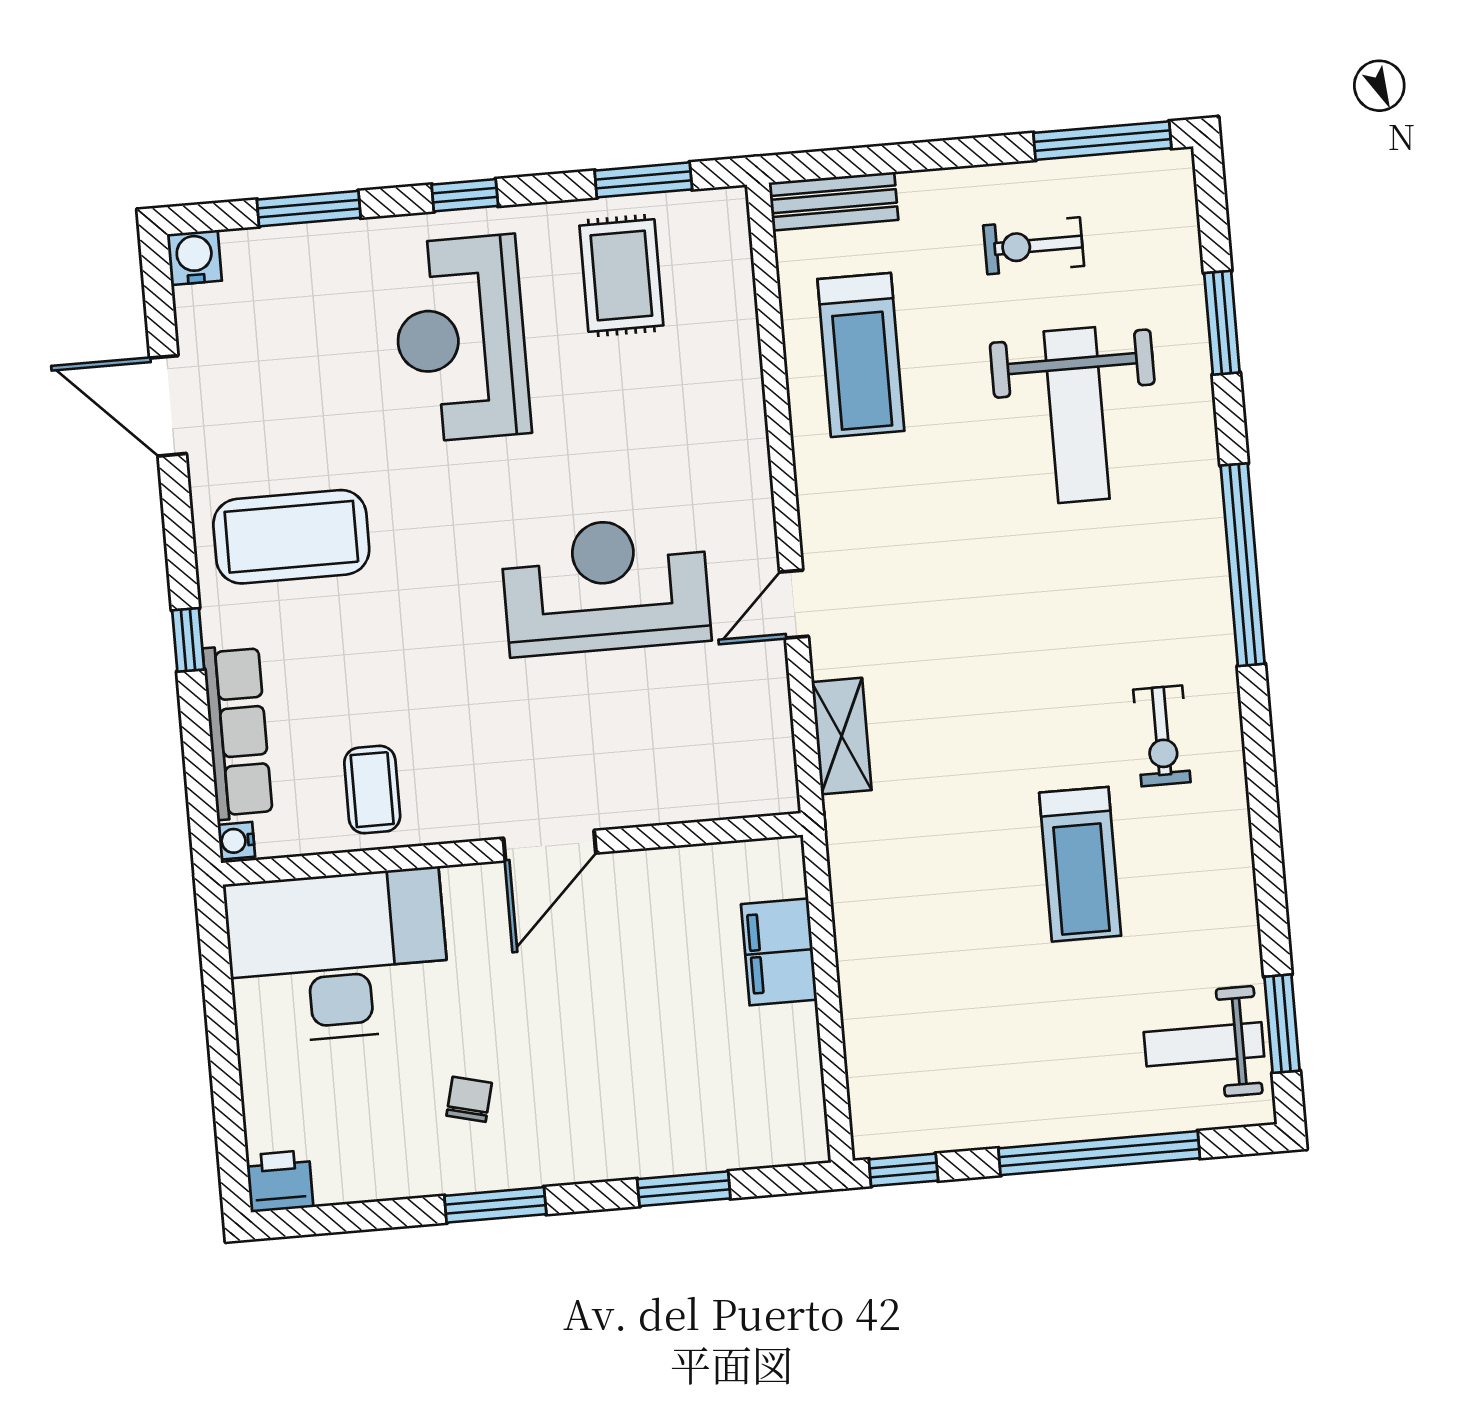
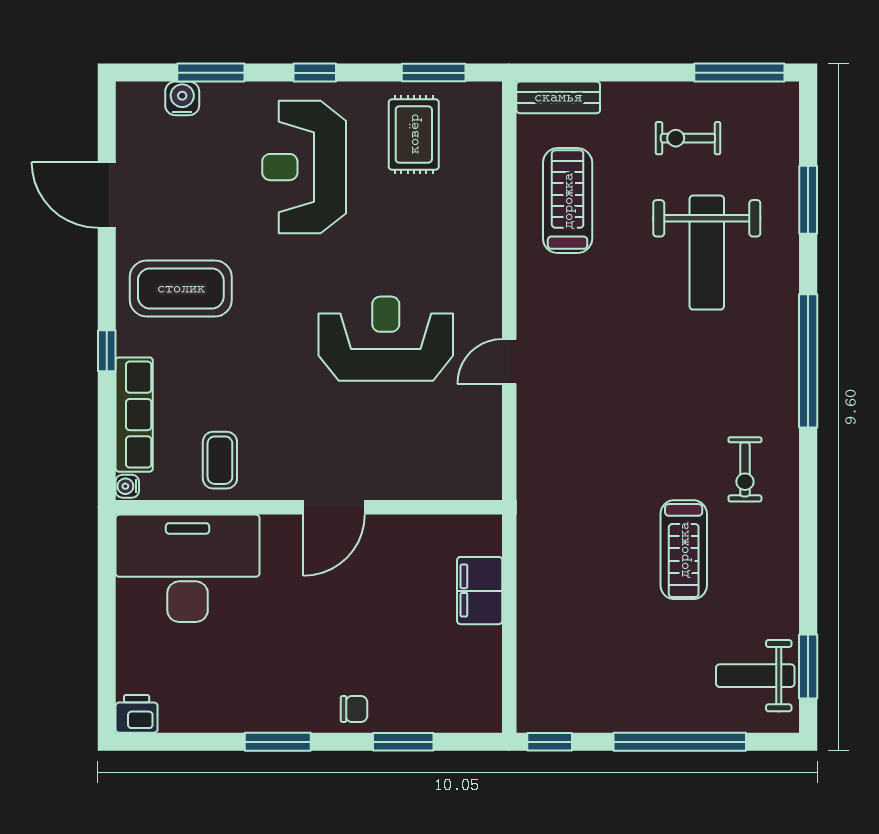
water cooler: (194, 258) -> (182, 98), moved
treadmill: (861, 355) -> (568, 201), turned 180
shelving: (842, 736) -> (533, 451), removed
chair: (469, 1099) -> (354, 709), moved, turned 76

